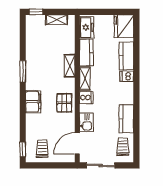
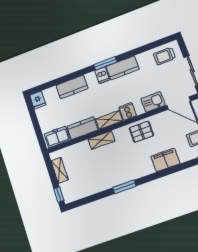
fridge: (124, 26) -> (38, 100), width x0.53, depth x0.75
dishwasher: (127, 76) -> (102, 75), moved
window: (136, 93) -> (105, 63), added
filing cabinet: (33, 102) -> (165, 160), moved
kitchen counter: (126, 119) -> (123, 68), moved

